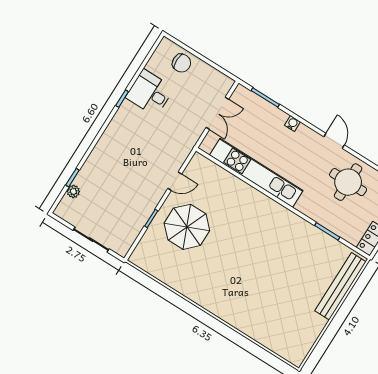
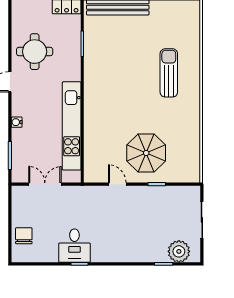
desk: (150, 93) -> (74, 246), moved
plant: (73, 191) -> (179, 251), width x1.87, depth x1.87
sun lounger: (249, 295) -> (169, 73), added

